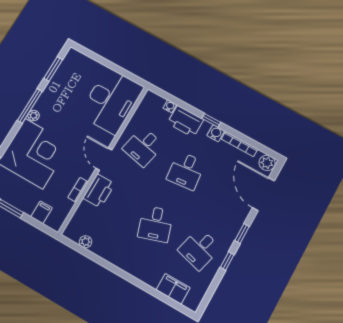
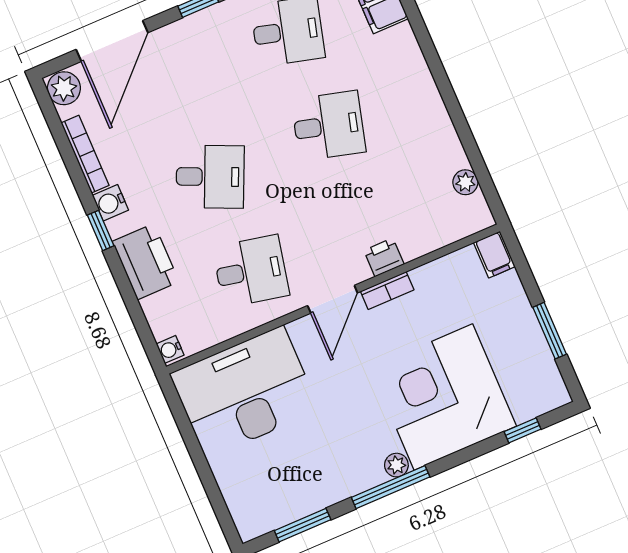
water cooler: (170, 106) -> (170, 349), moved
desk: (186, 171) -> (210, 177), turned 30
bookcase: (78, 190) -> (387, 291), moved
printer: (99, 191) -> (384, 257), width x0.53, depth x0.68
filing cabinet: (41, 212) -> (494, 255), moved, turned -90
desk: (156, 224) -> (329, 126), turned 33

